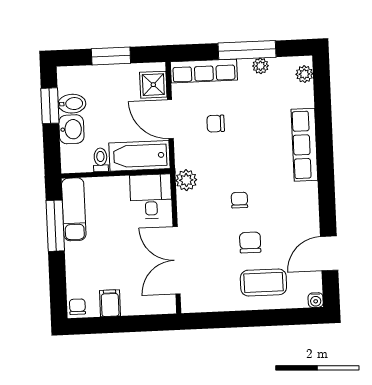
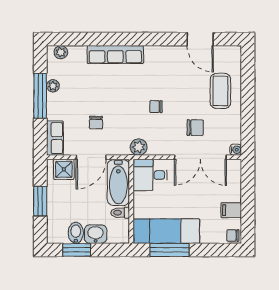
row of seats: (204, 71) -> (55, 138), width x0.68
exam couch: (74, 209) -> (166, 231), width x1.36, depth x1.45
chair: (250, 242) -> (195, 128), moved, turned 180
water cooler: (316, 300) -> (236, 150), moved

